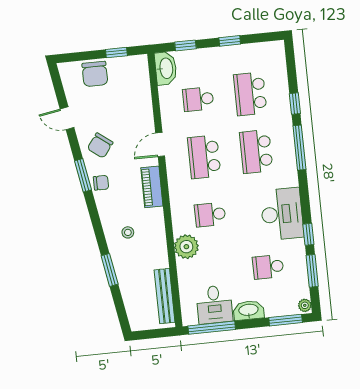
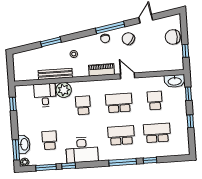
window: (83, 175) -> (110, 27), width x1.44
bench: (165, 296) -> (55, 74), moved
desk: (214, 305) -> (45, 95), moved, turned 90
washbasin: (249, 310) -> (24, 144), moved
window: (212, 328) -> (13, 104), width x0.46

